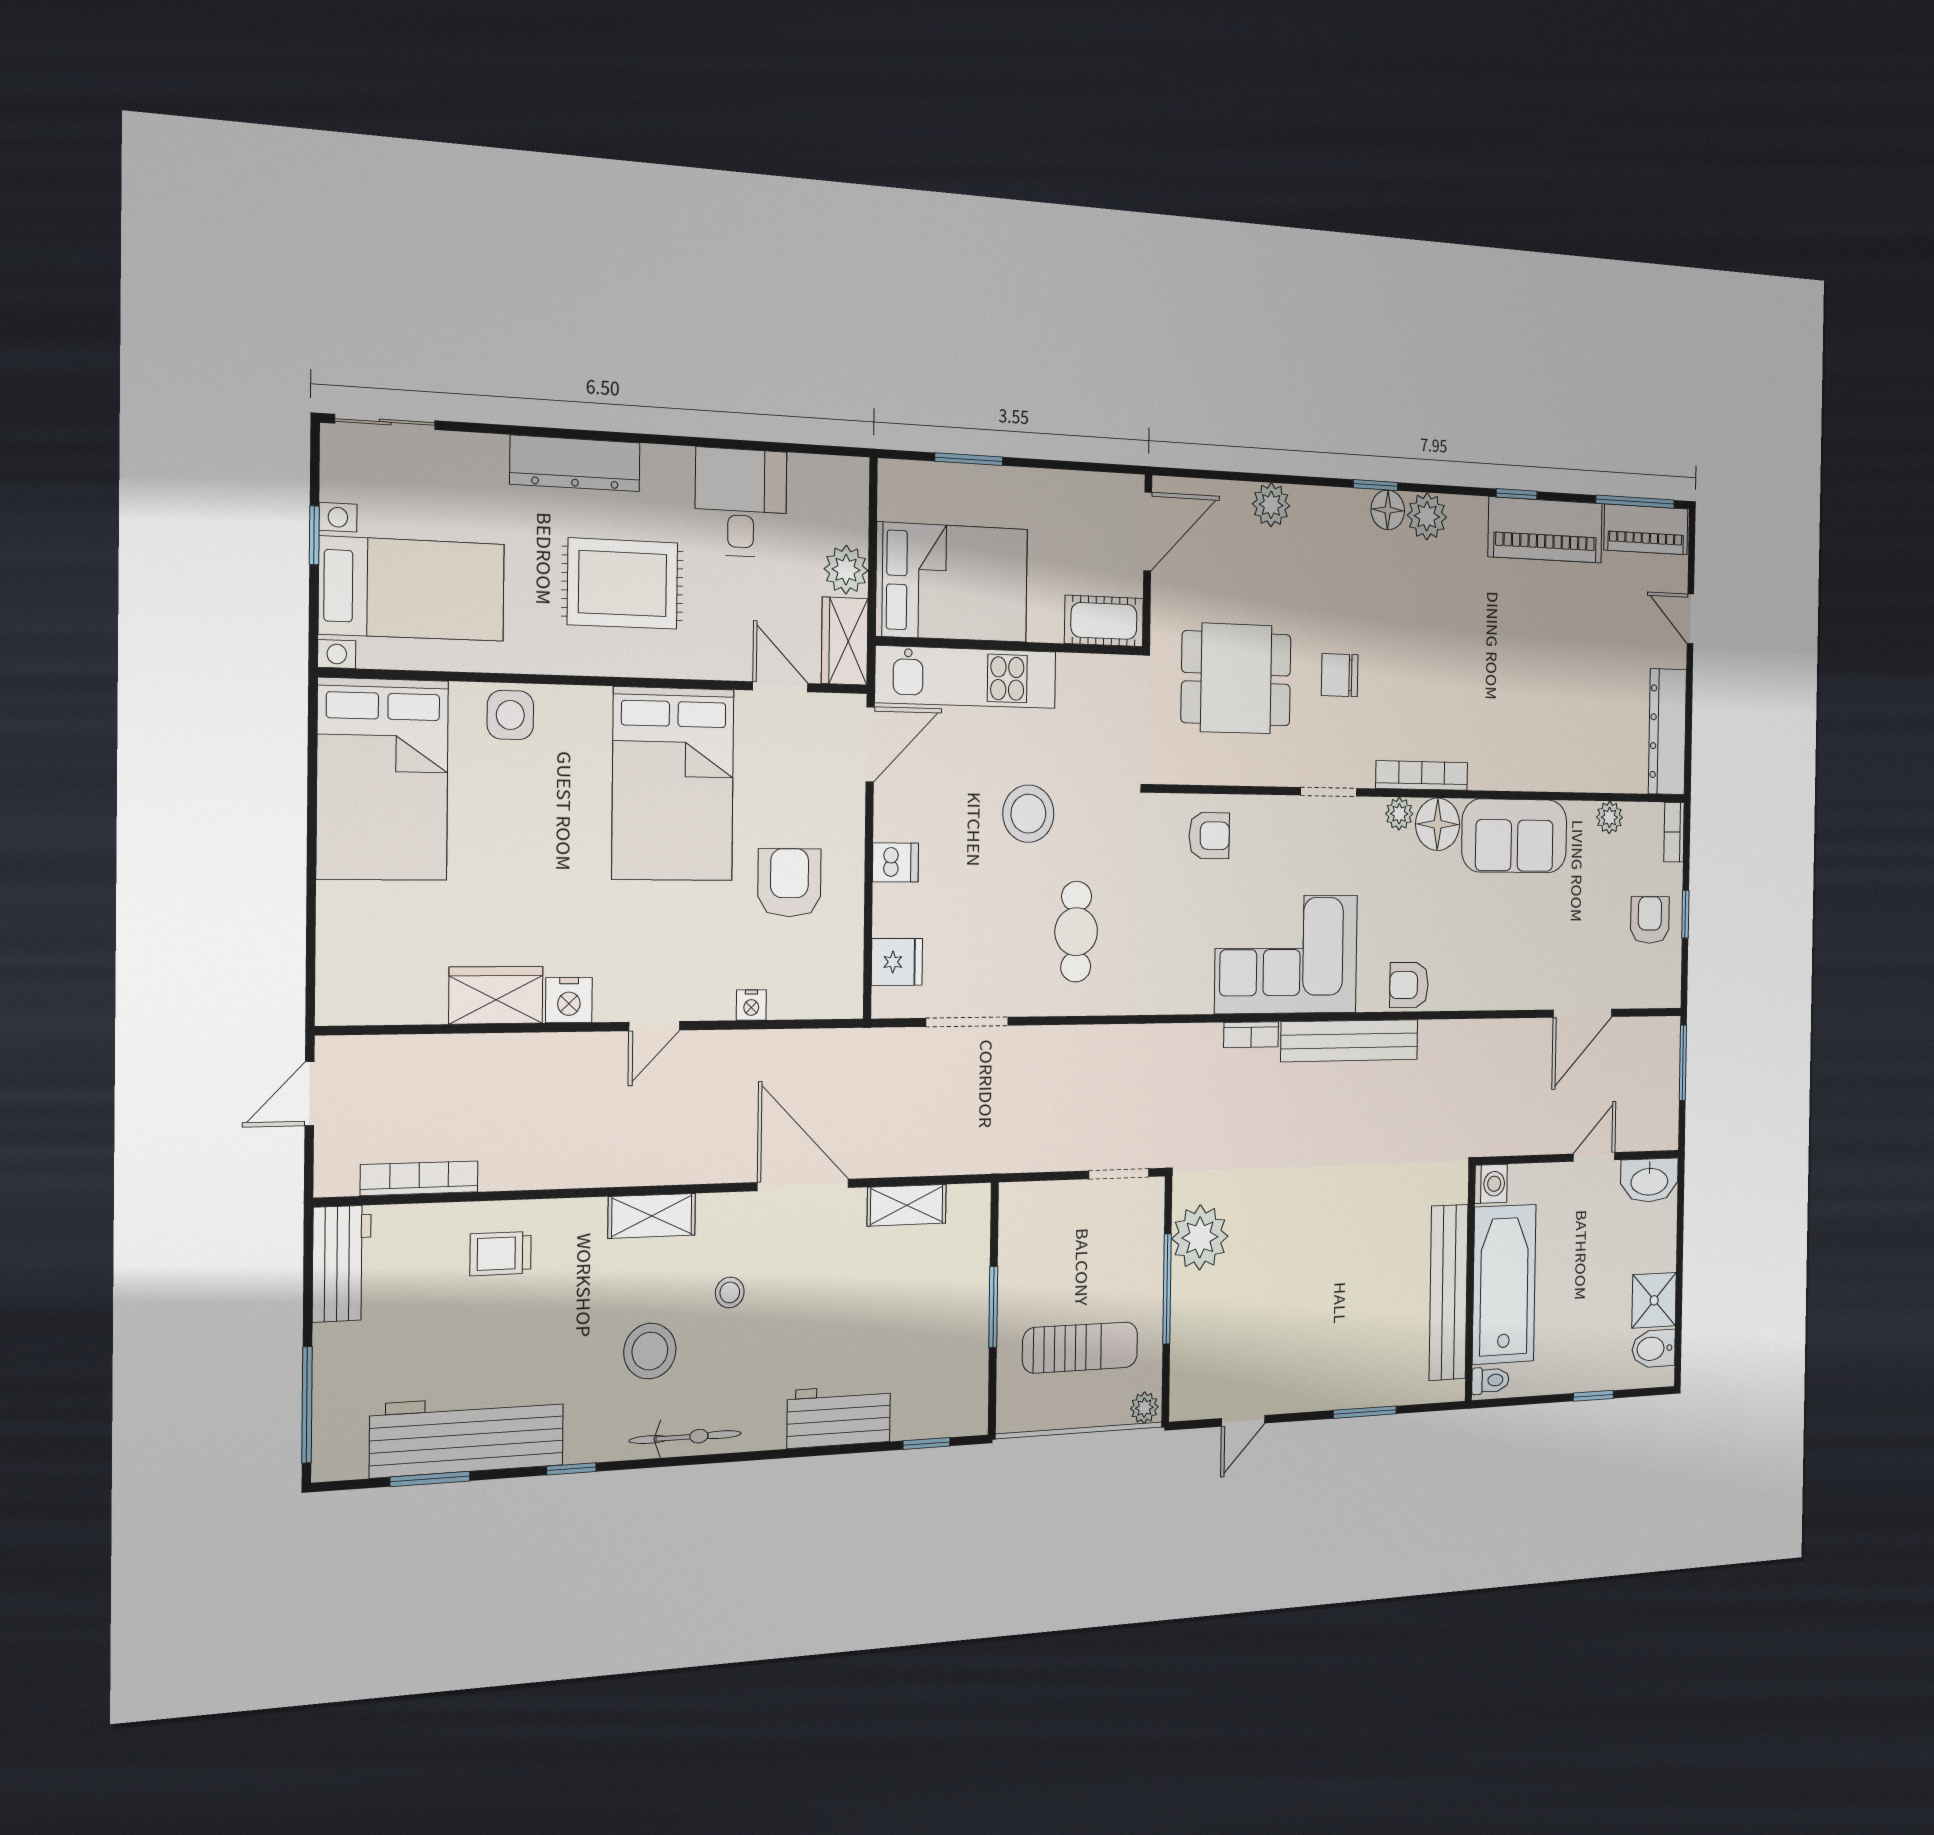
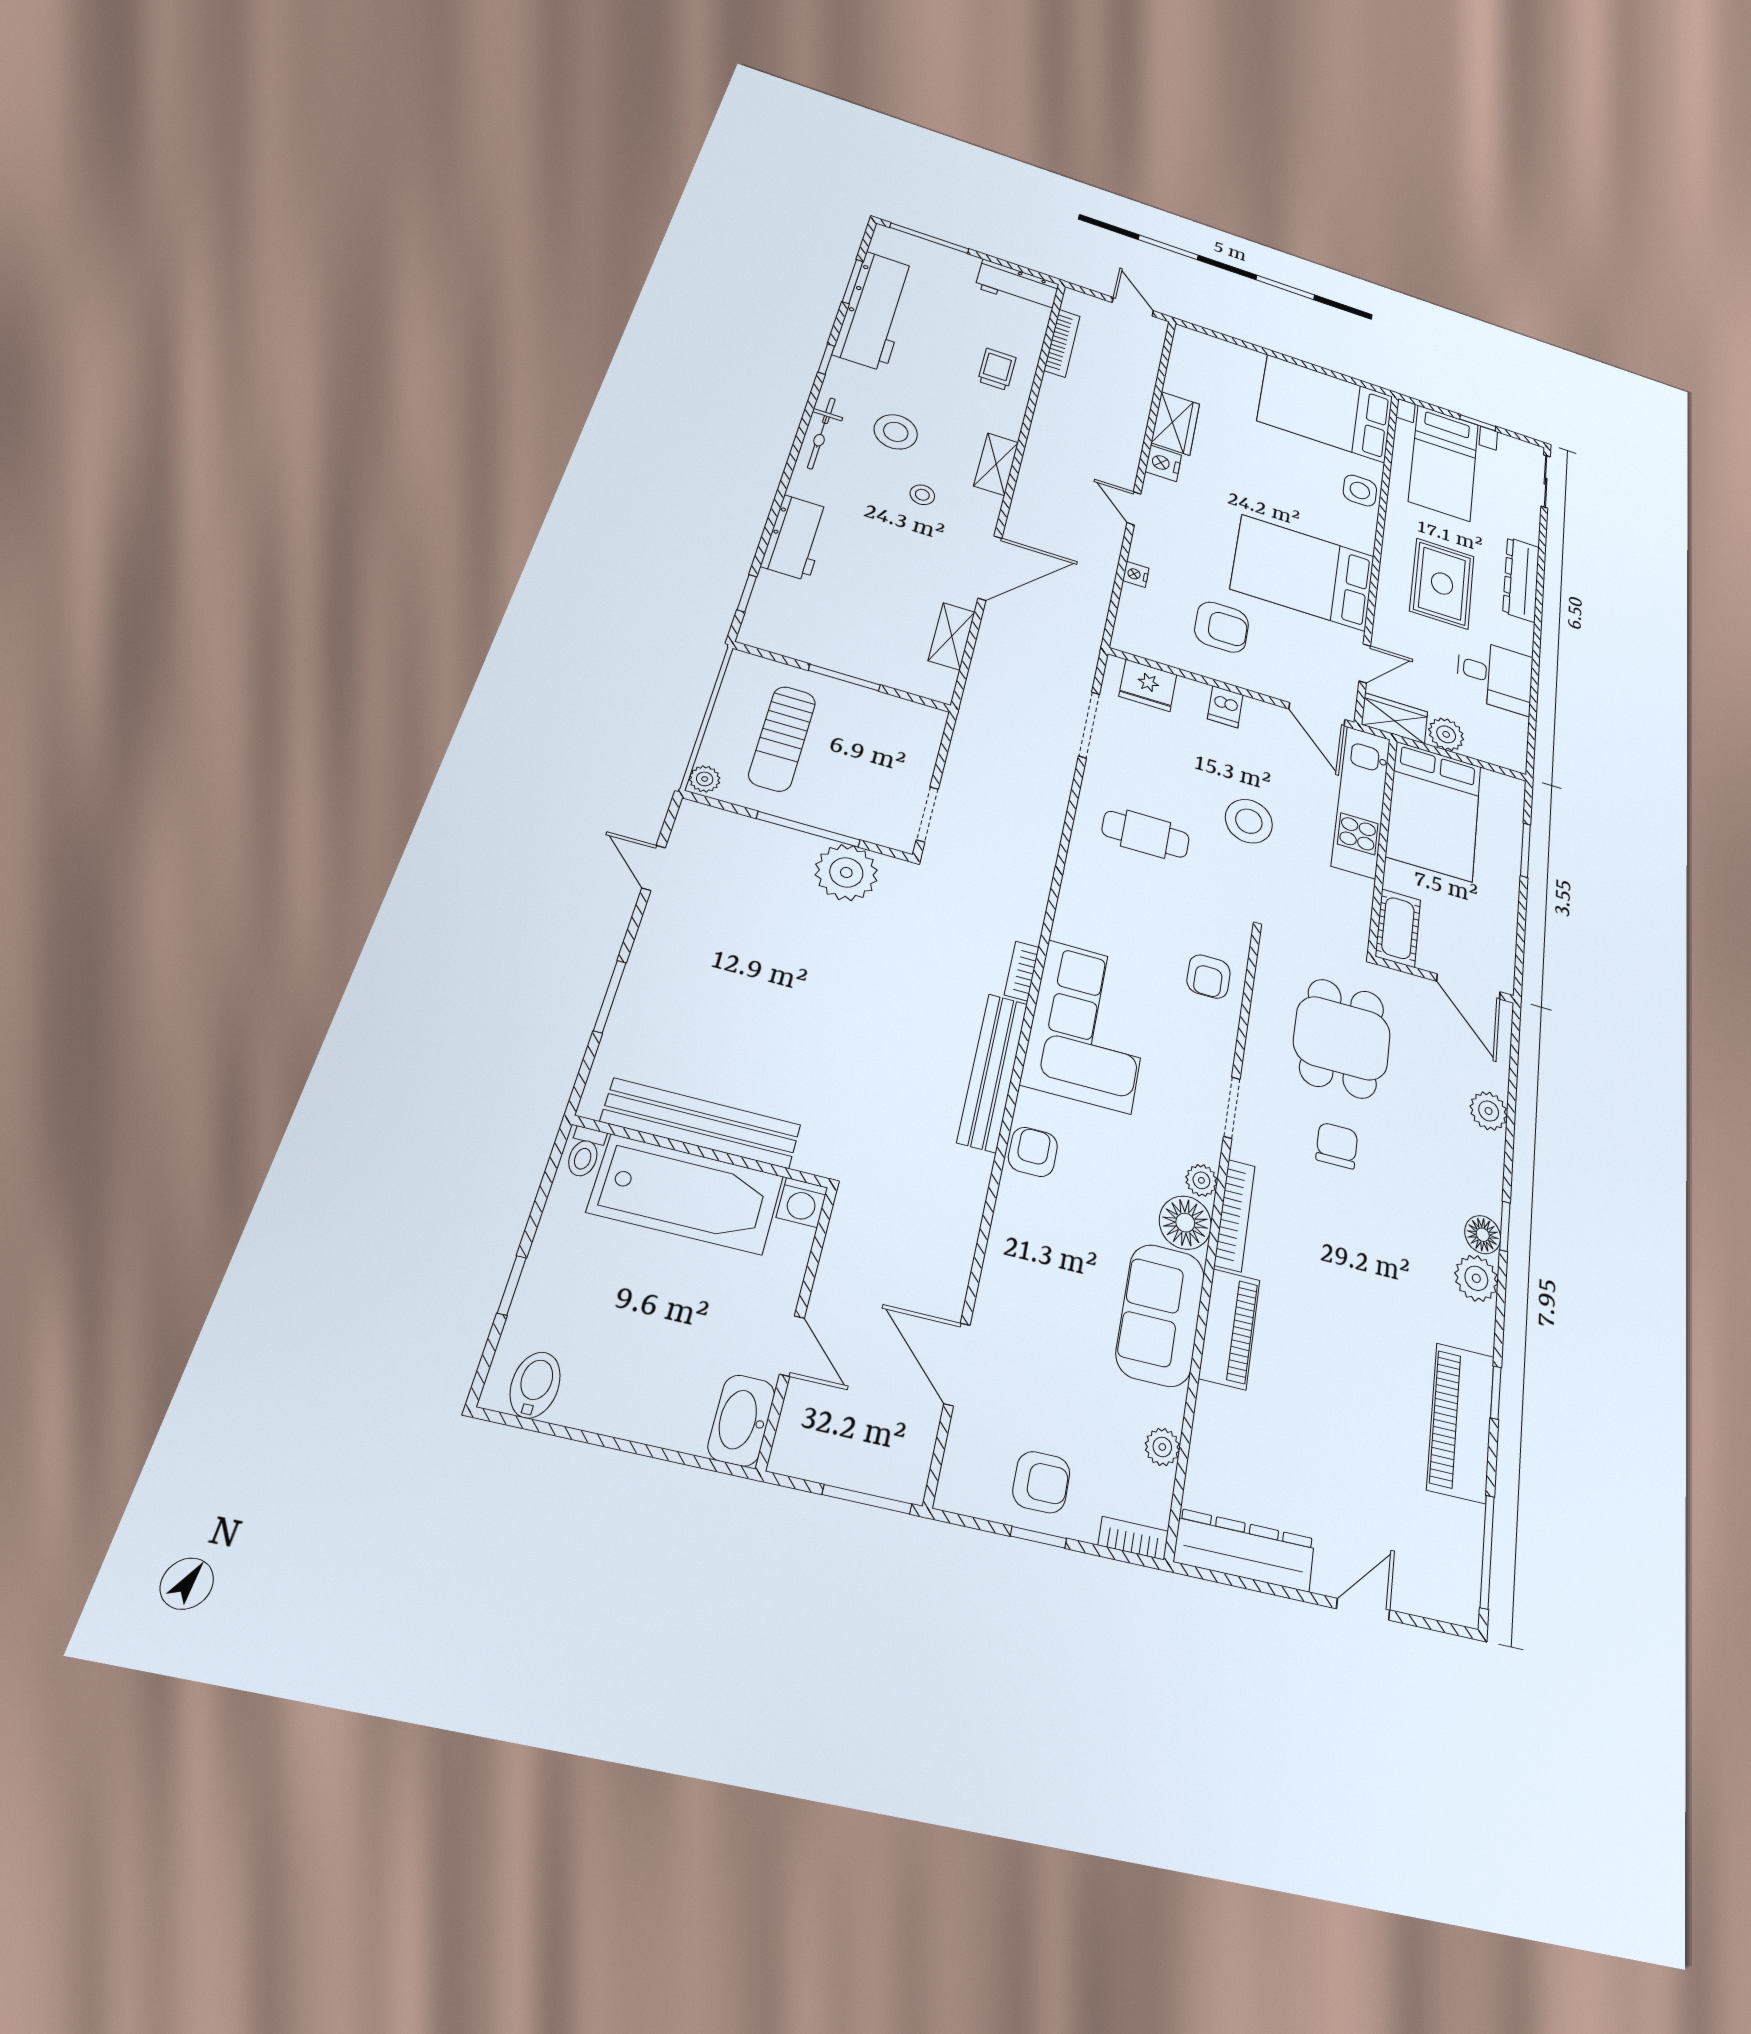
piano: (1646, 529) -> (1229, 1329), moved, turned 180
fridge: (897, 962) -> (1148, 685), width x1.38
shower: (1654, 1300) -> (594, 1398), removed

